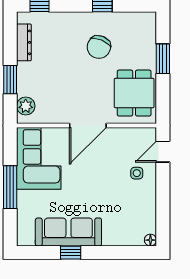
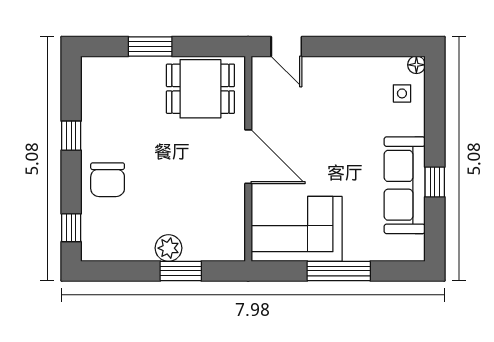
dresser: (24, 42) -> (126, 251), removed
chair: (99, 47) -> (108, 180), moved, turned 68
plant: (26, 106) -> (168, 248), moved
side table: (137, 173) -> (402, 93), moved

